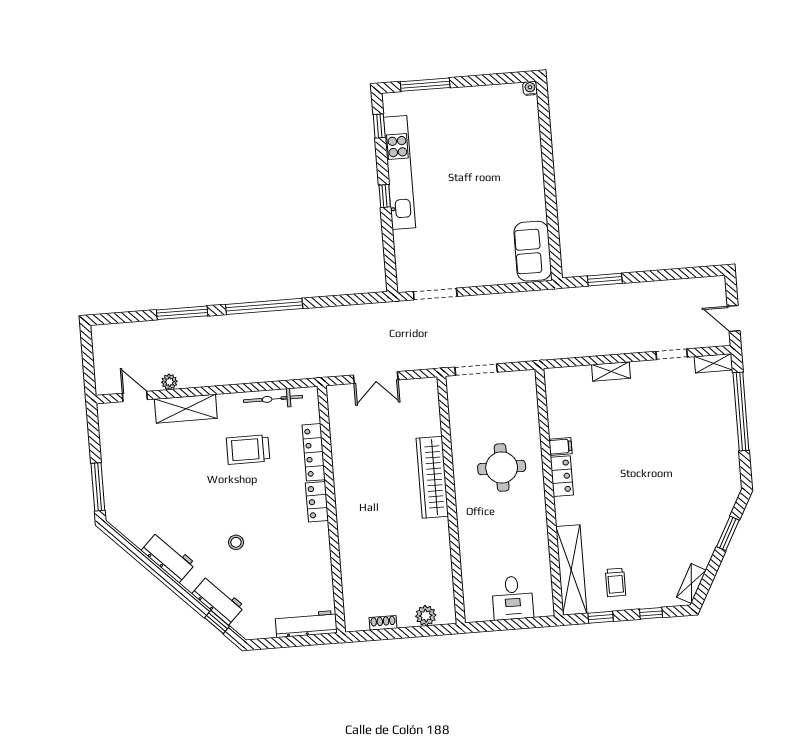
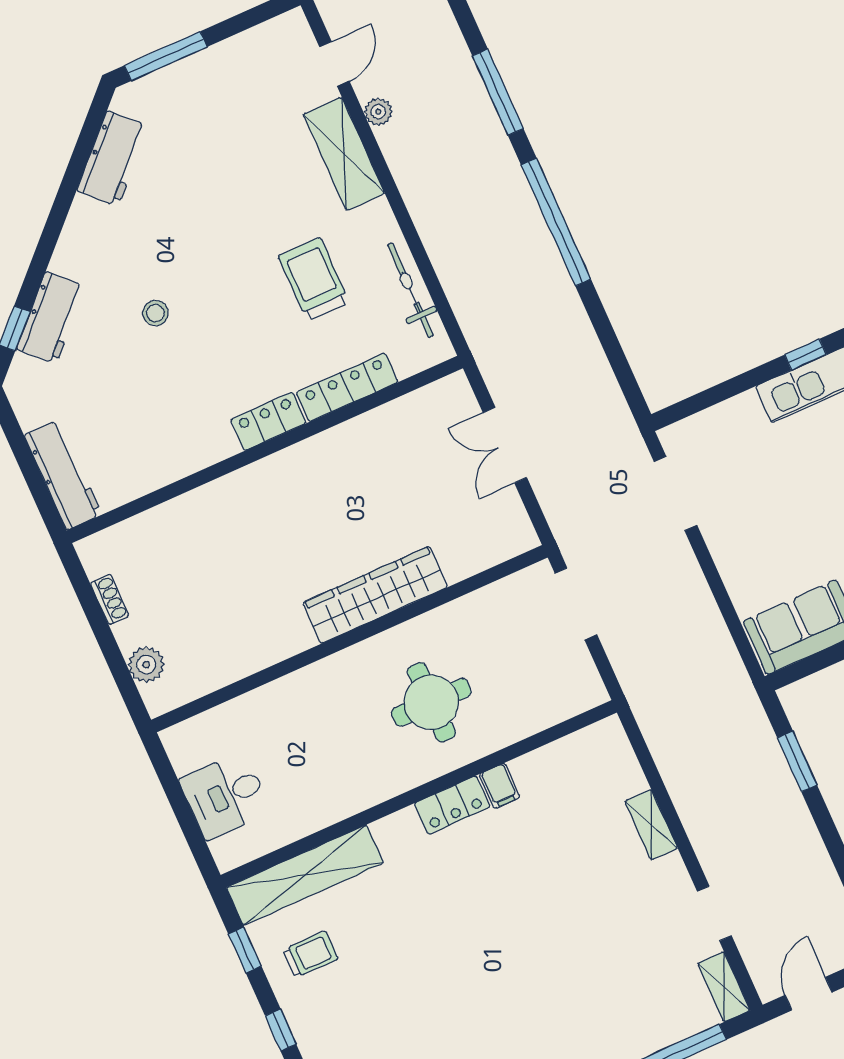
workbench: (168, 557) -> (113, 158), moved
trolley: (616, 582) -> (310, 954), turned 180

